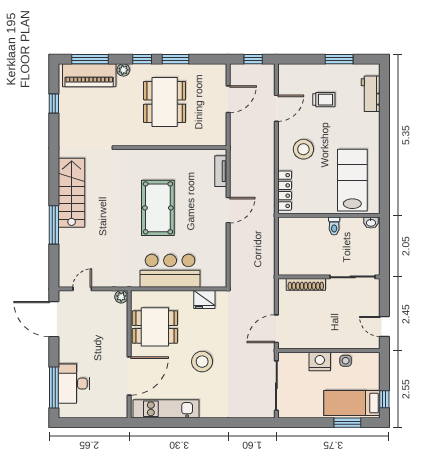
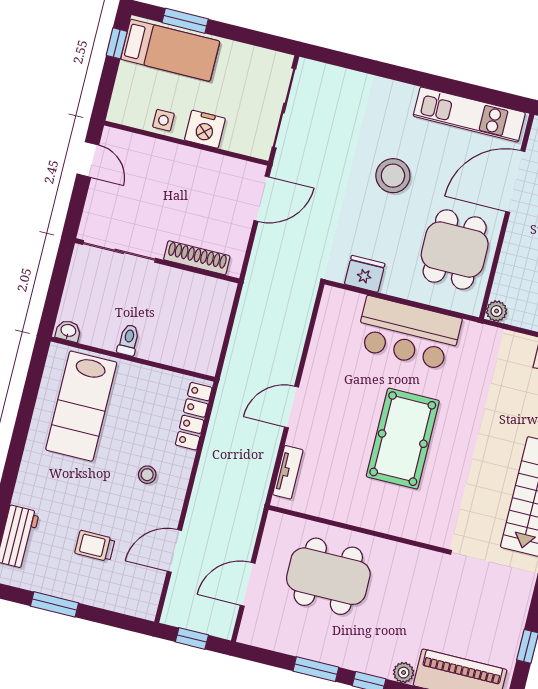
dining table: (165, 102) -> (328, 576), moved, turned 90
stool: (303, 149) -> (147, 475), width x0.53, depth x0.53
dining table: (155, 327) -> (455, 250), turned 90

